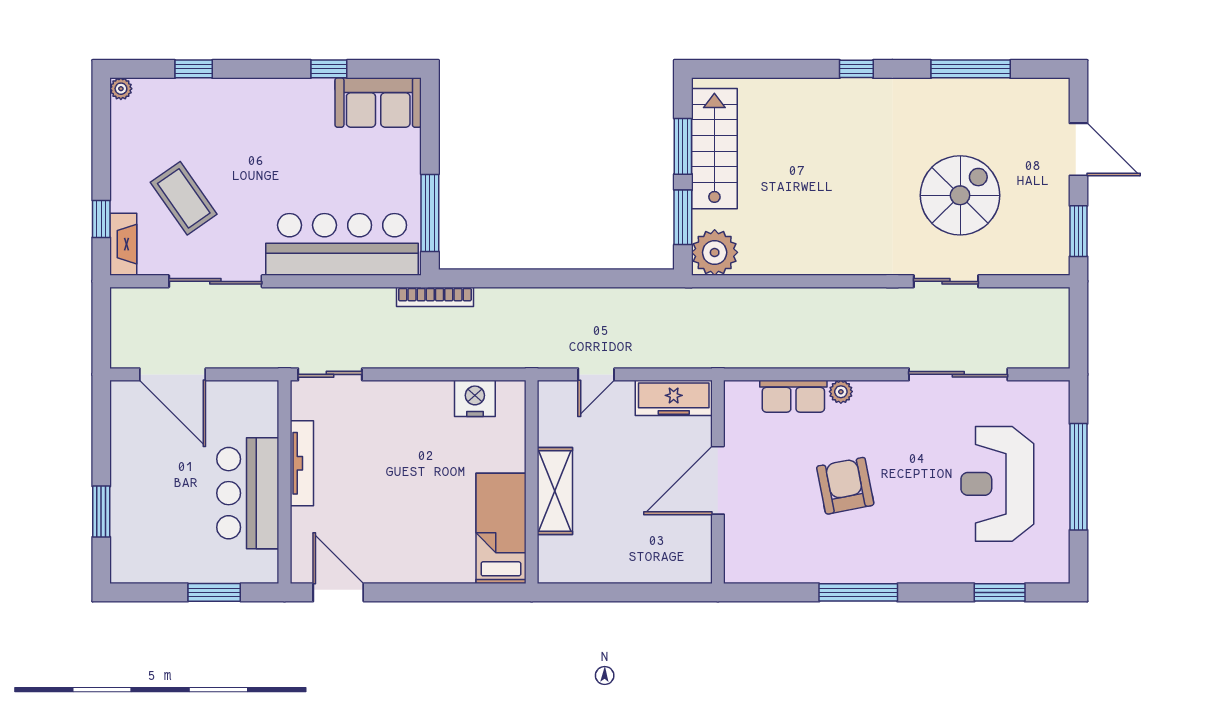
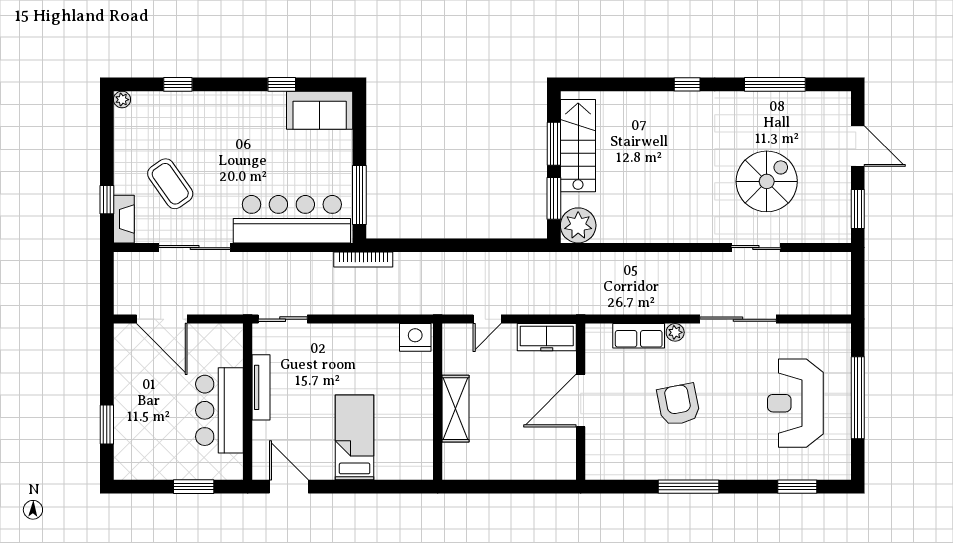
sliding door: (958, 374) -> (738, 319), moved
nightstand: (475, 398) -> (415, 337), moved
bed: (501, 528) -> (355, 437), moved

